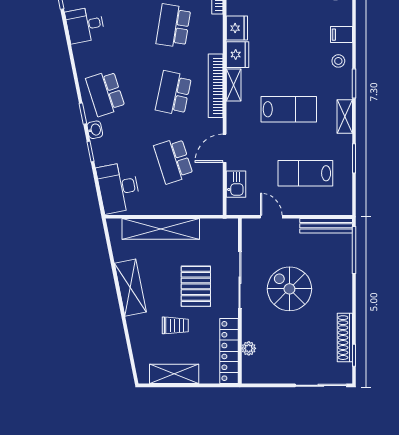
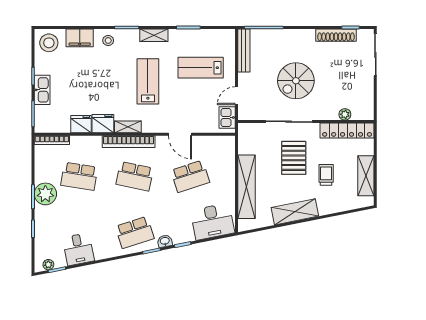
filing cabinet: (341, 35) -> (80, 38), width x2.00
lab bench: (305, 173) -> (201, 68), turned 90
kitchen sink: (236, 184) -> (227, 118), moved, turned -90
pallet: (196, 286) -> (294, 158), turned 90

